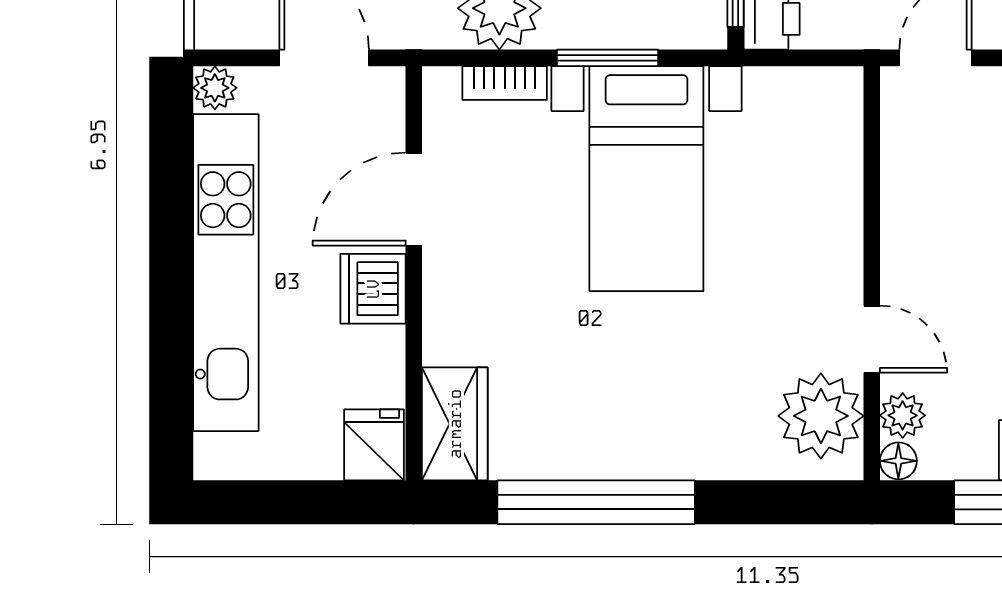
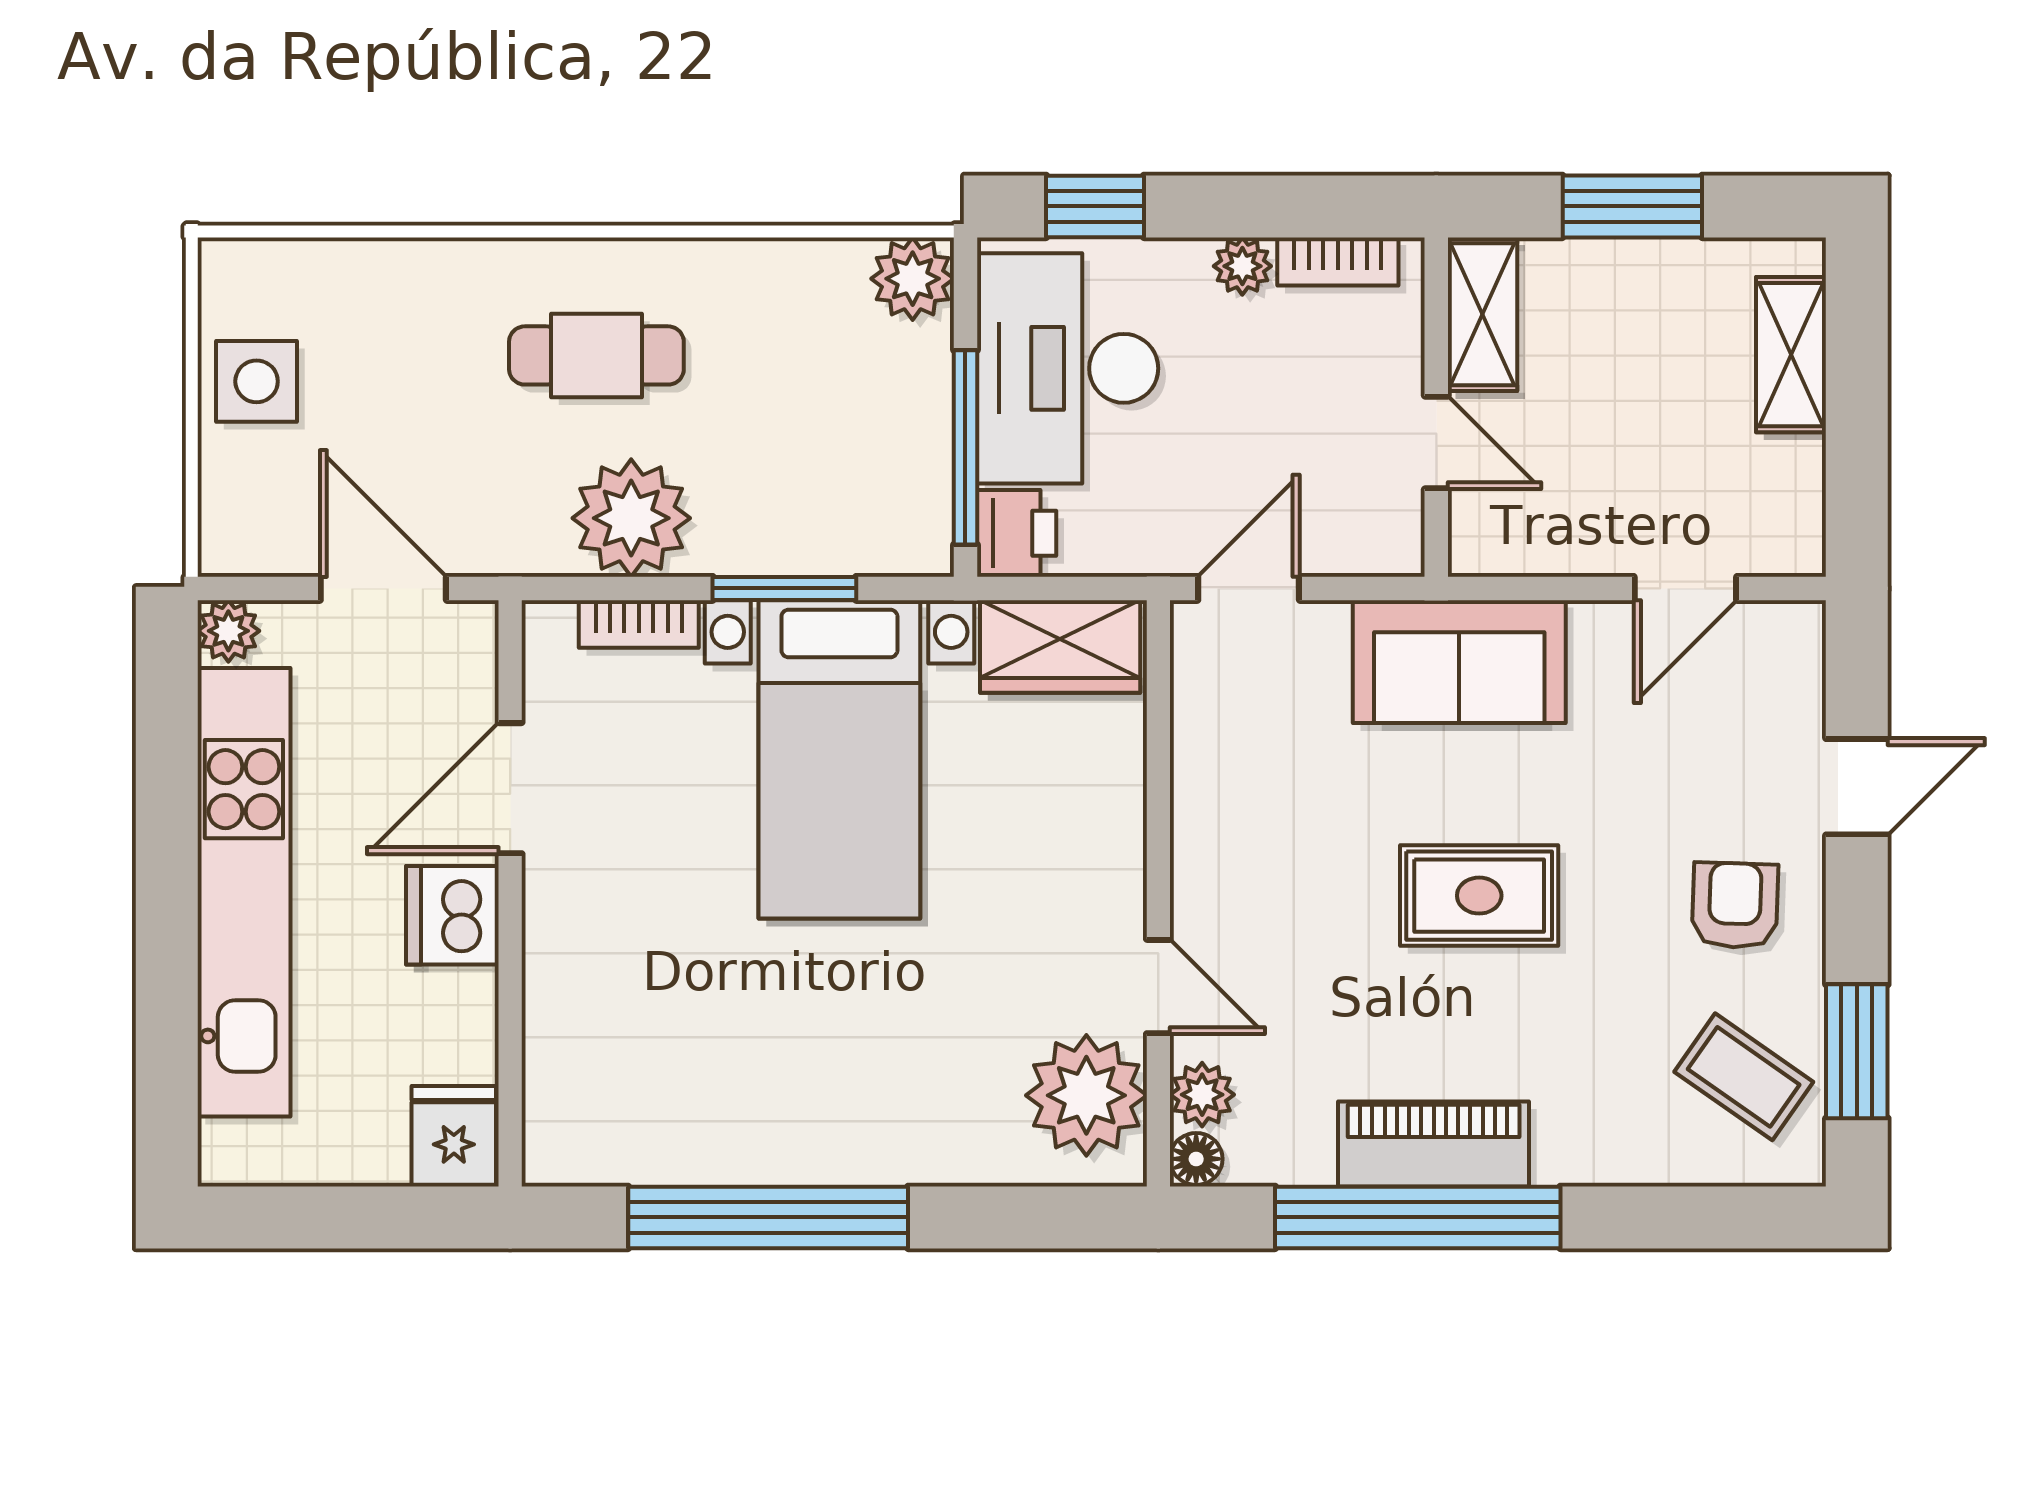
wardrobe: (455, 424) -> (1060, 646), moved, turned 90

